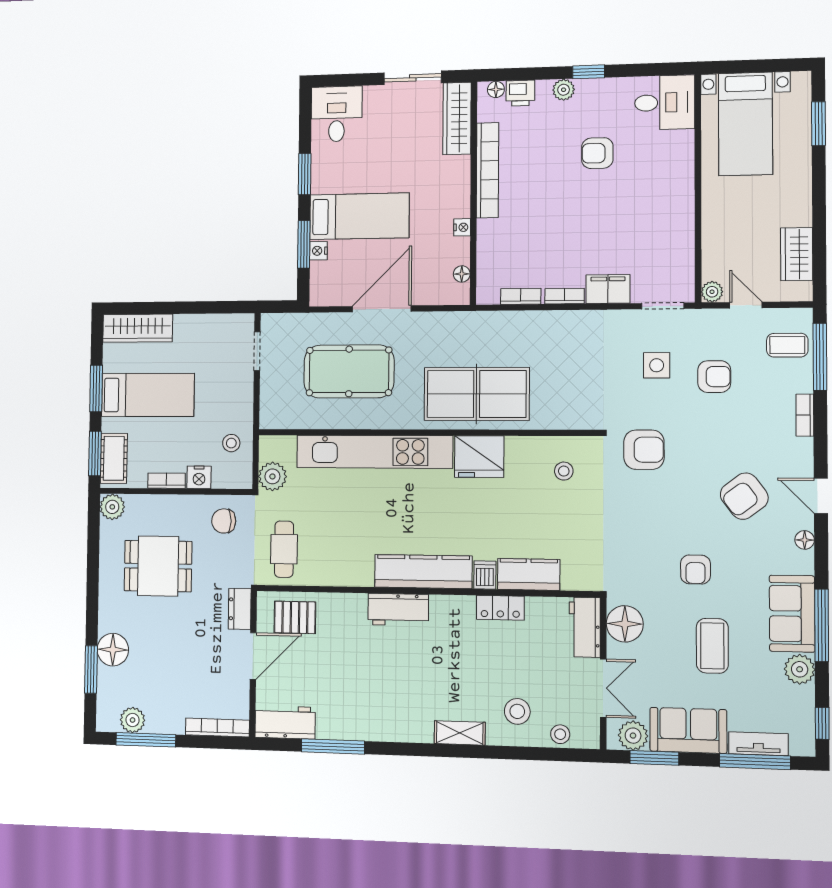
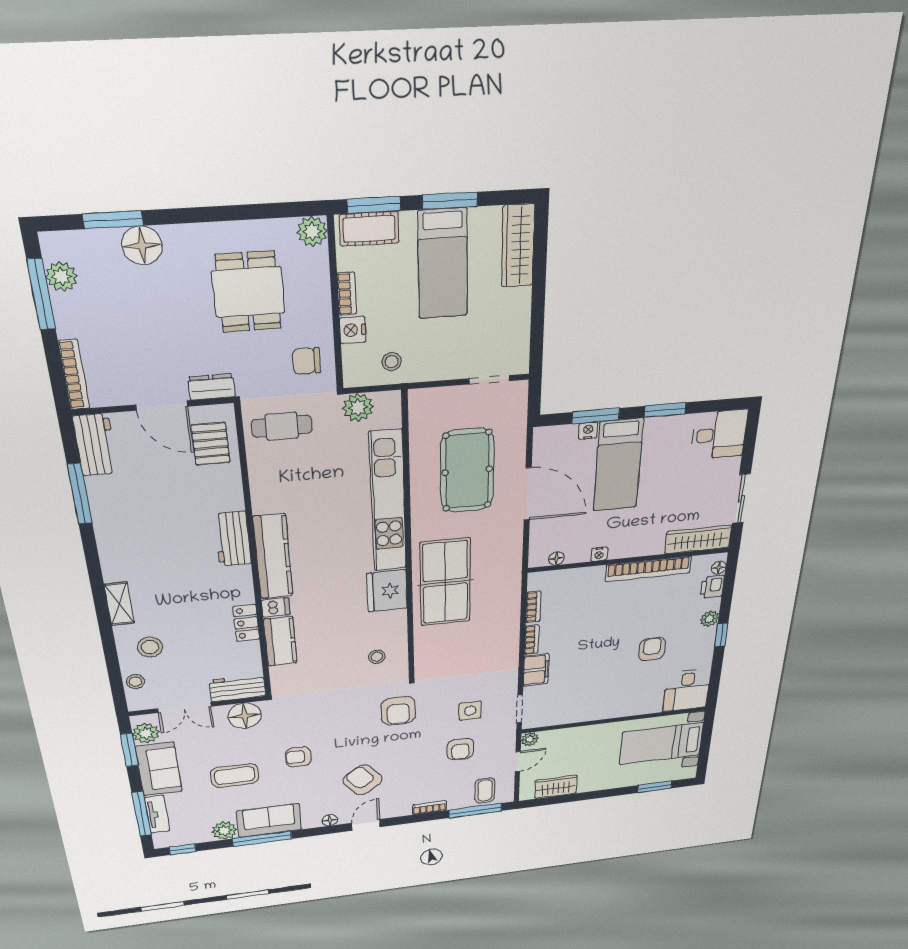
chair: (224, 521) -> (306, 361), turned -90

